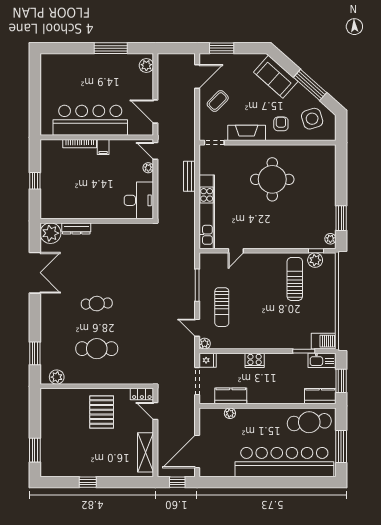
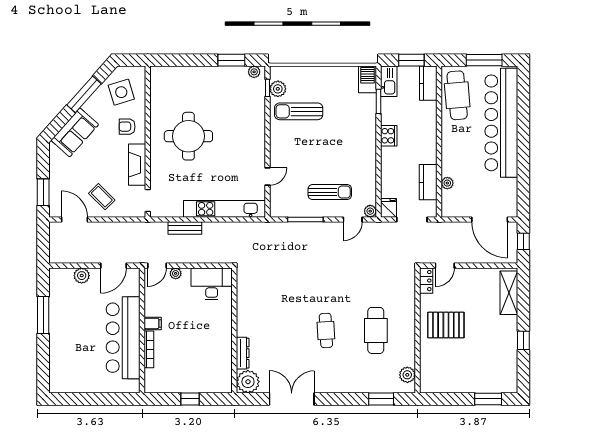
plant: (146, 66) -> (82, 276), moved
door: (236, 251) -> (267, 177), hinge flipped
cooker: (255, 360) -> (389, 136), moved
shelving: (145, 452) -> (509, 293), moved, turned 90

